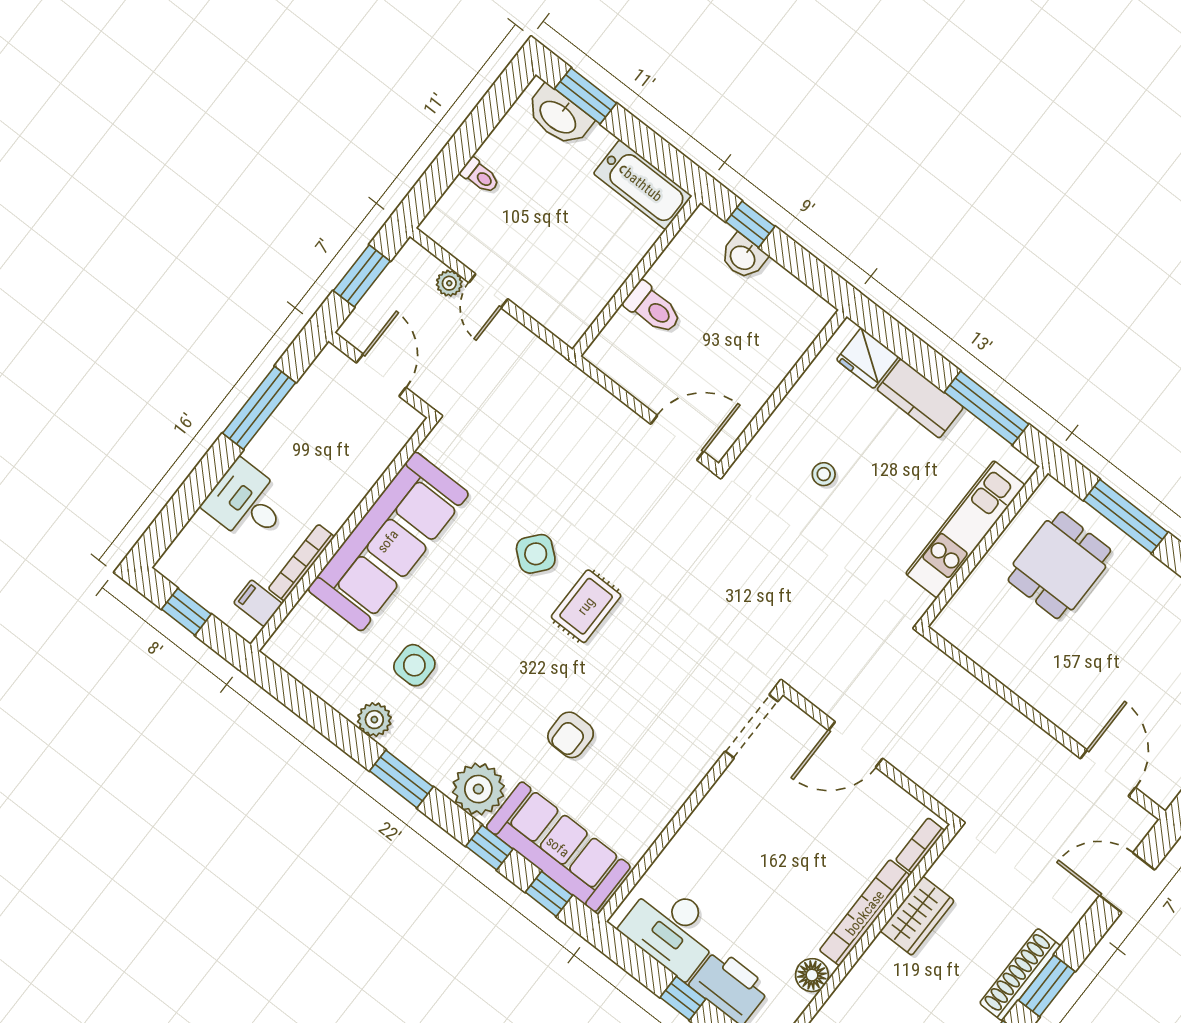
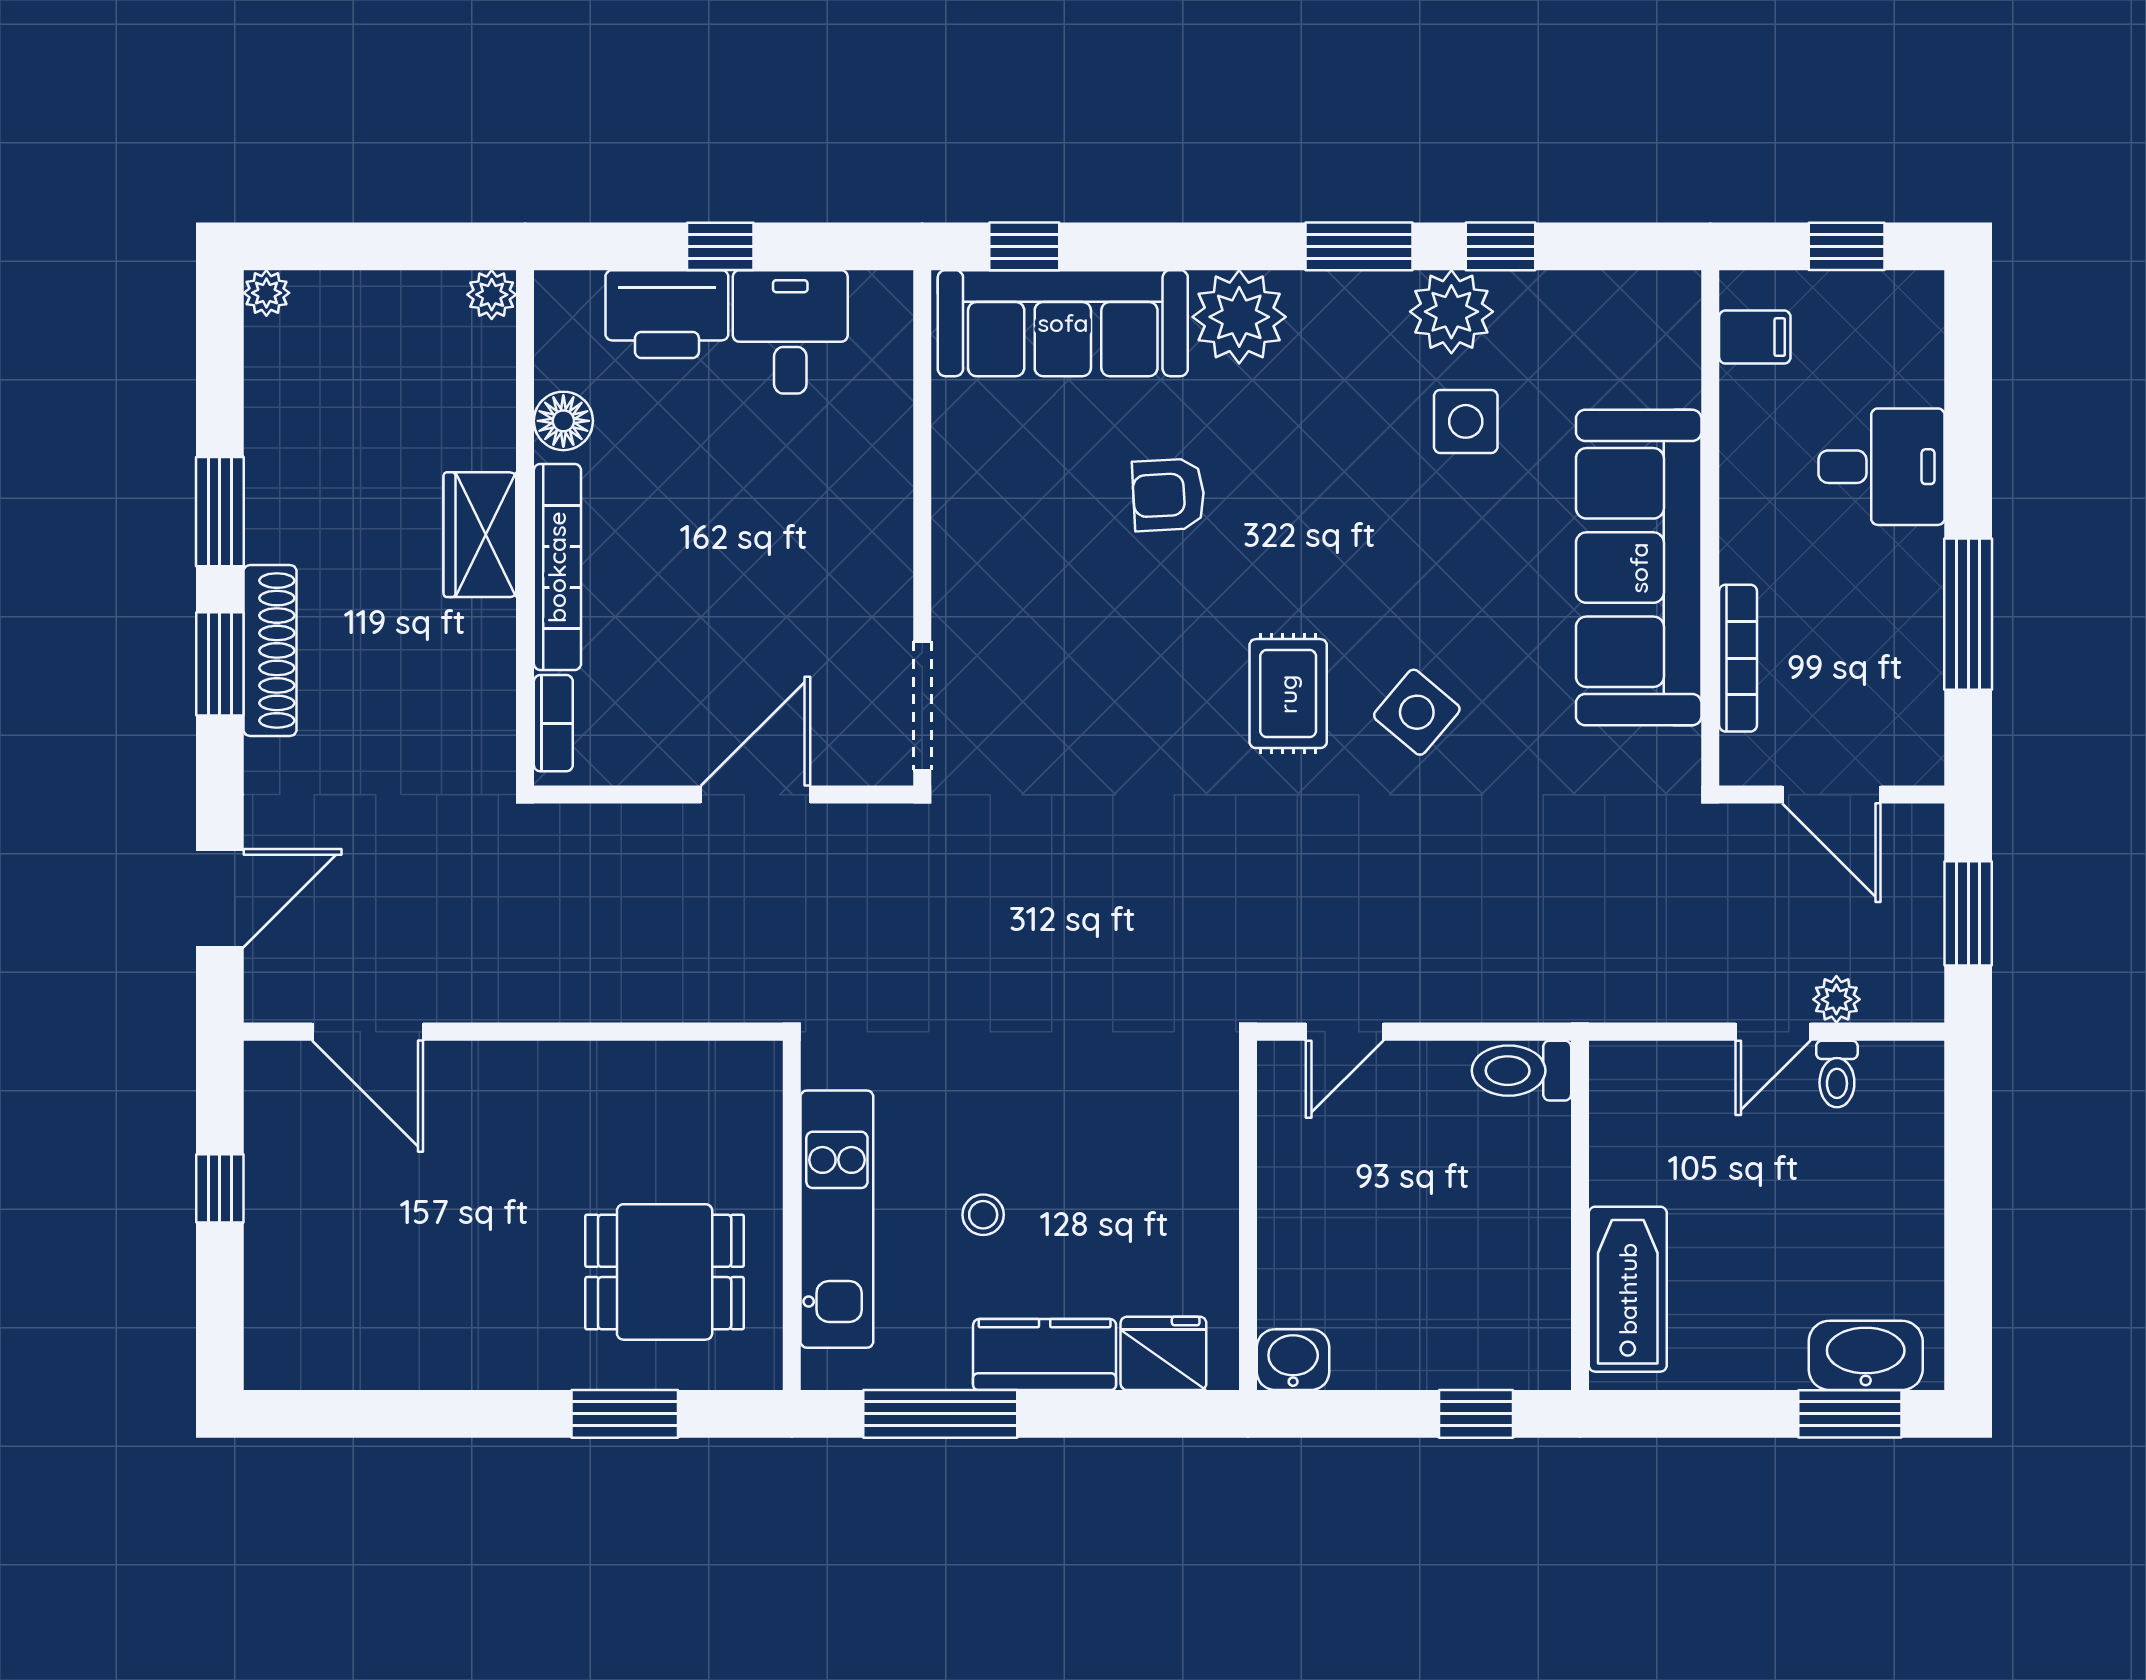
toilet: (480, 176) -> (1837, 1074), moved, turned -90
bathtub: (643, 185) -> (1628, 1289), moved, turned 90
washbasin: (743, 257) -> (1293, 1360), moved
door: (488, 291) -> (1773, 1032), swing flipped
toilet: (653, 308) -> (1521, 1071), moved
door: (677, 438) -> (1345, 1032), width x0.73
stool: (824, 474) -> (983, 1215), moved
window: (1126, 516) -> (625, 1414), width x0.69
bookcase: (301, 563) -> (1738, 658), moved
dining table: (1059, 565) -> (665, 1272), turned 90
plant: (374, 720) -> (1451, 312), width x1.36, depth x1.36
armchair: (571, 735) -> (1169, 495), turned -93
window: (489, 848) -> (1501, 246), moved
wardrobe: (917, 916) -> (480, 535), moved
desk: (672, 929) -> (790, 332), width x0.73

